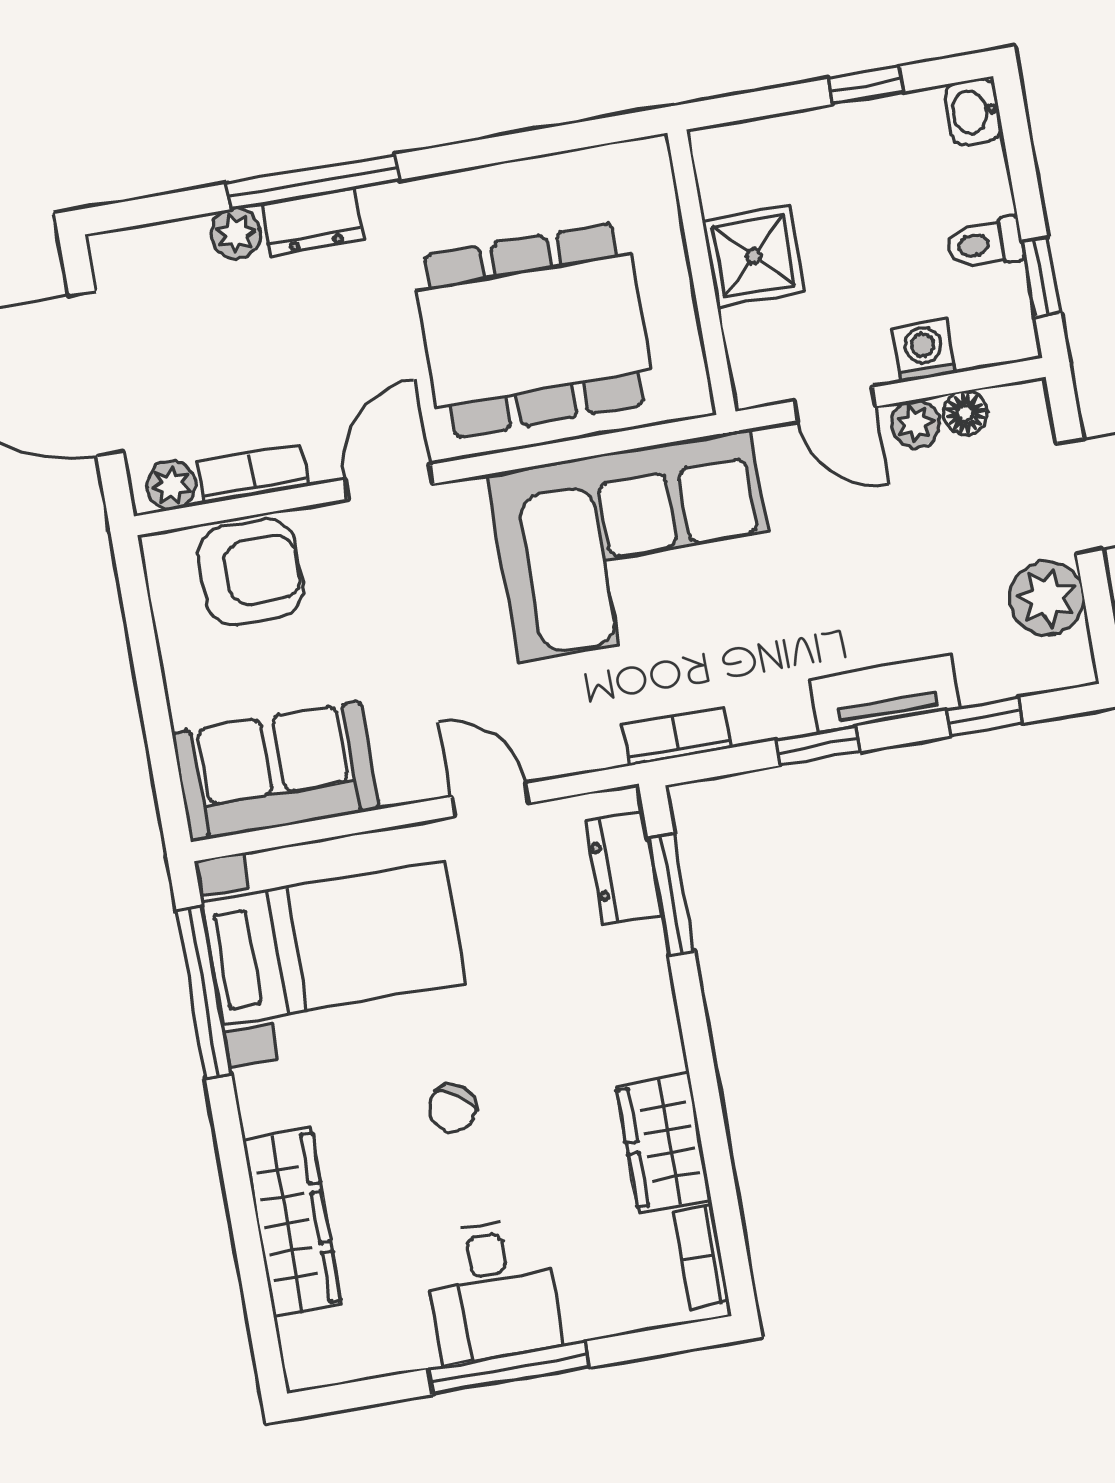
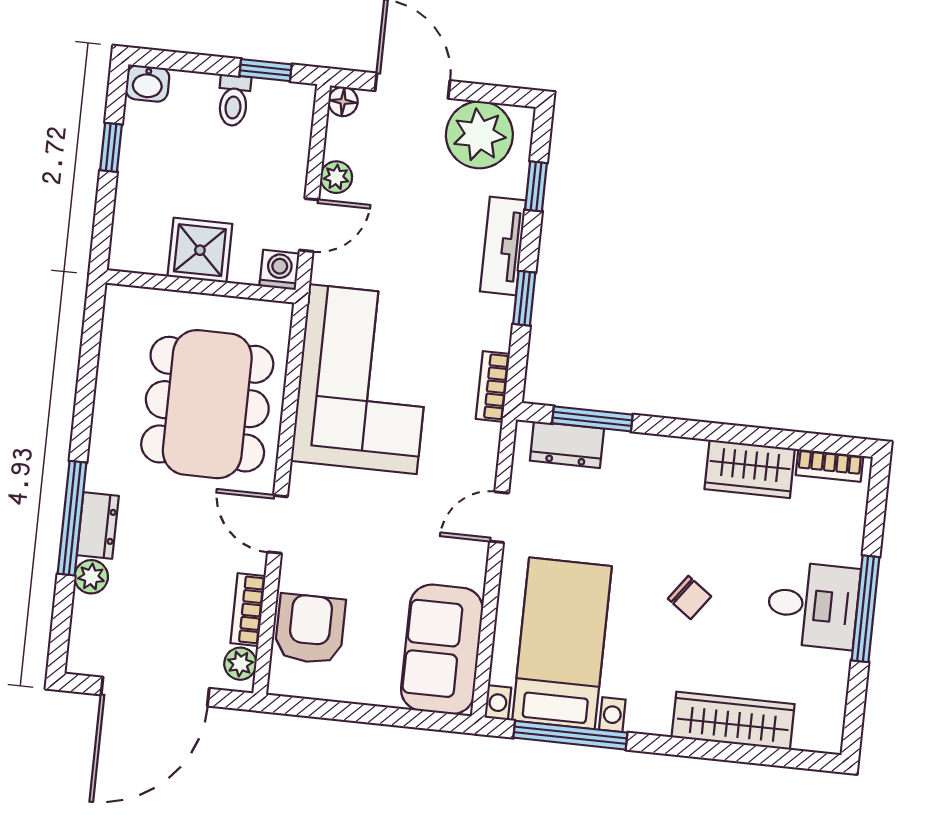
washing machine: (924, 351) -> (279, 270), moved, turned 90
floor lamp: (965, 413) -> (343, 102), moved
plant: (1047, 598) -> (479, 135), width x1.36, depth x1.36

